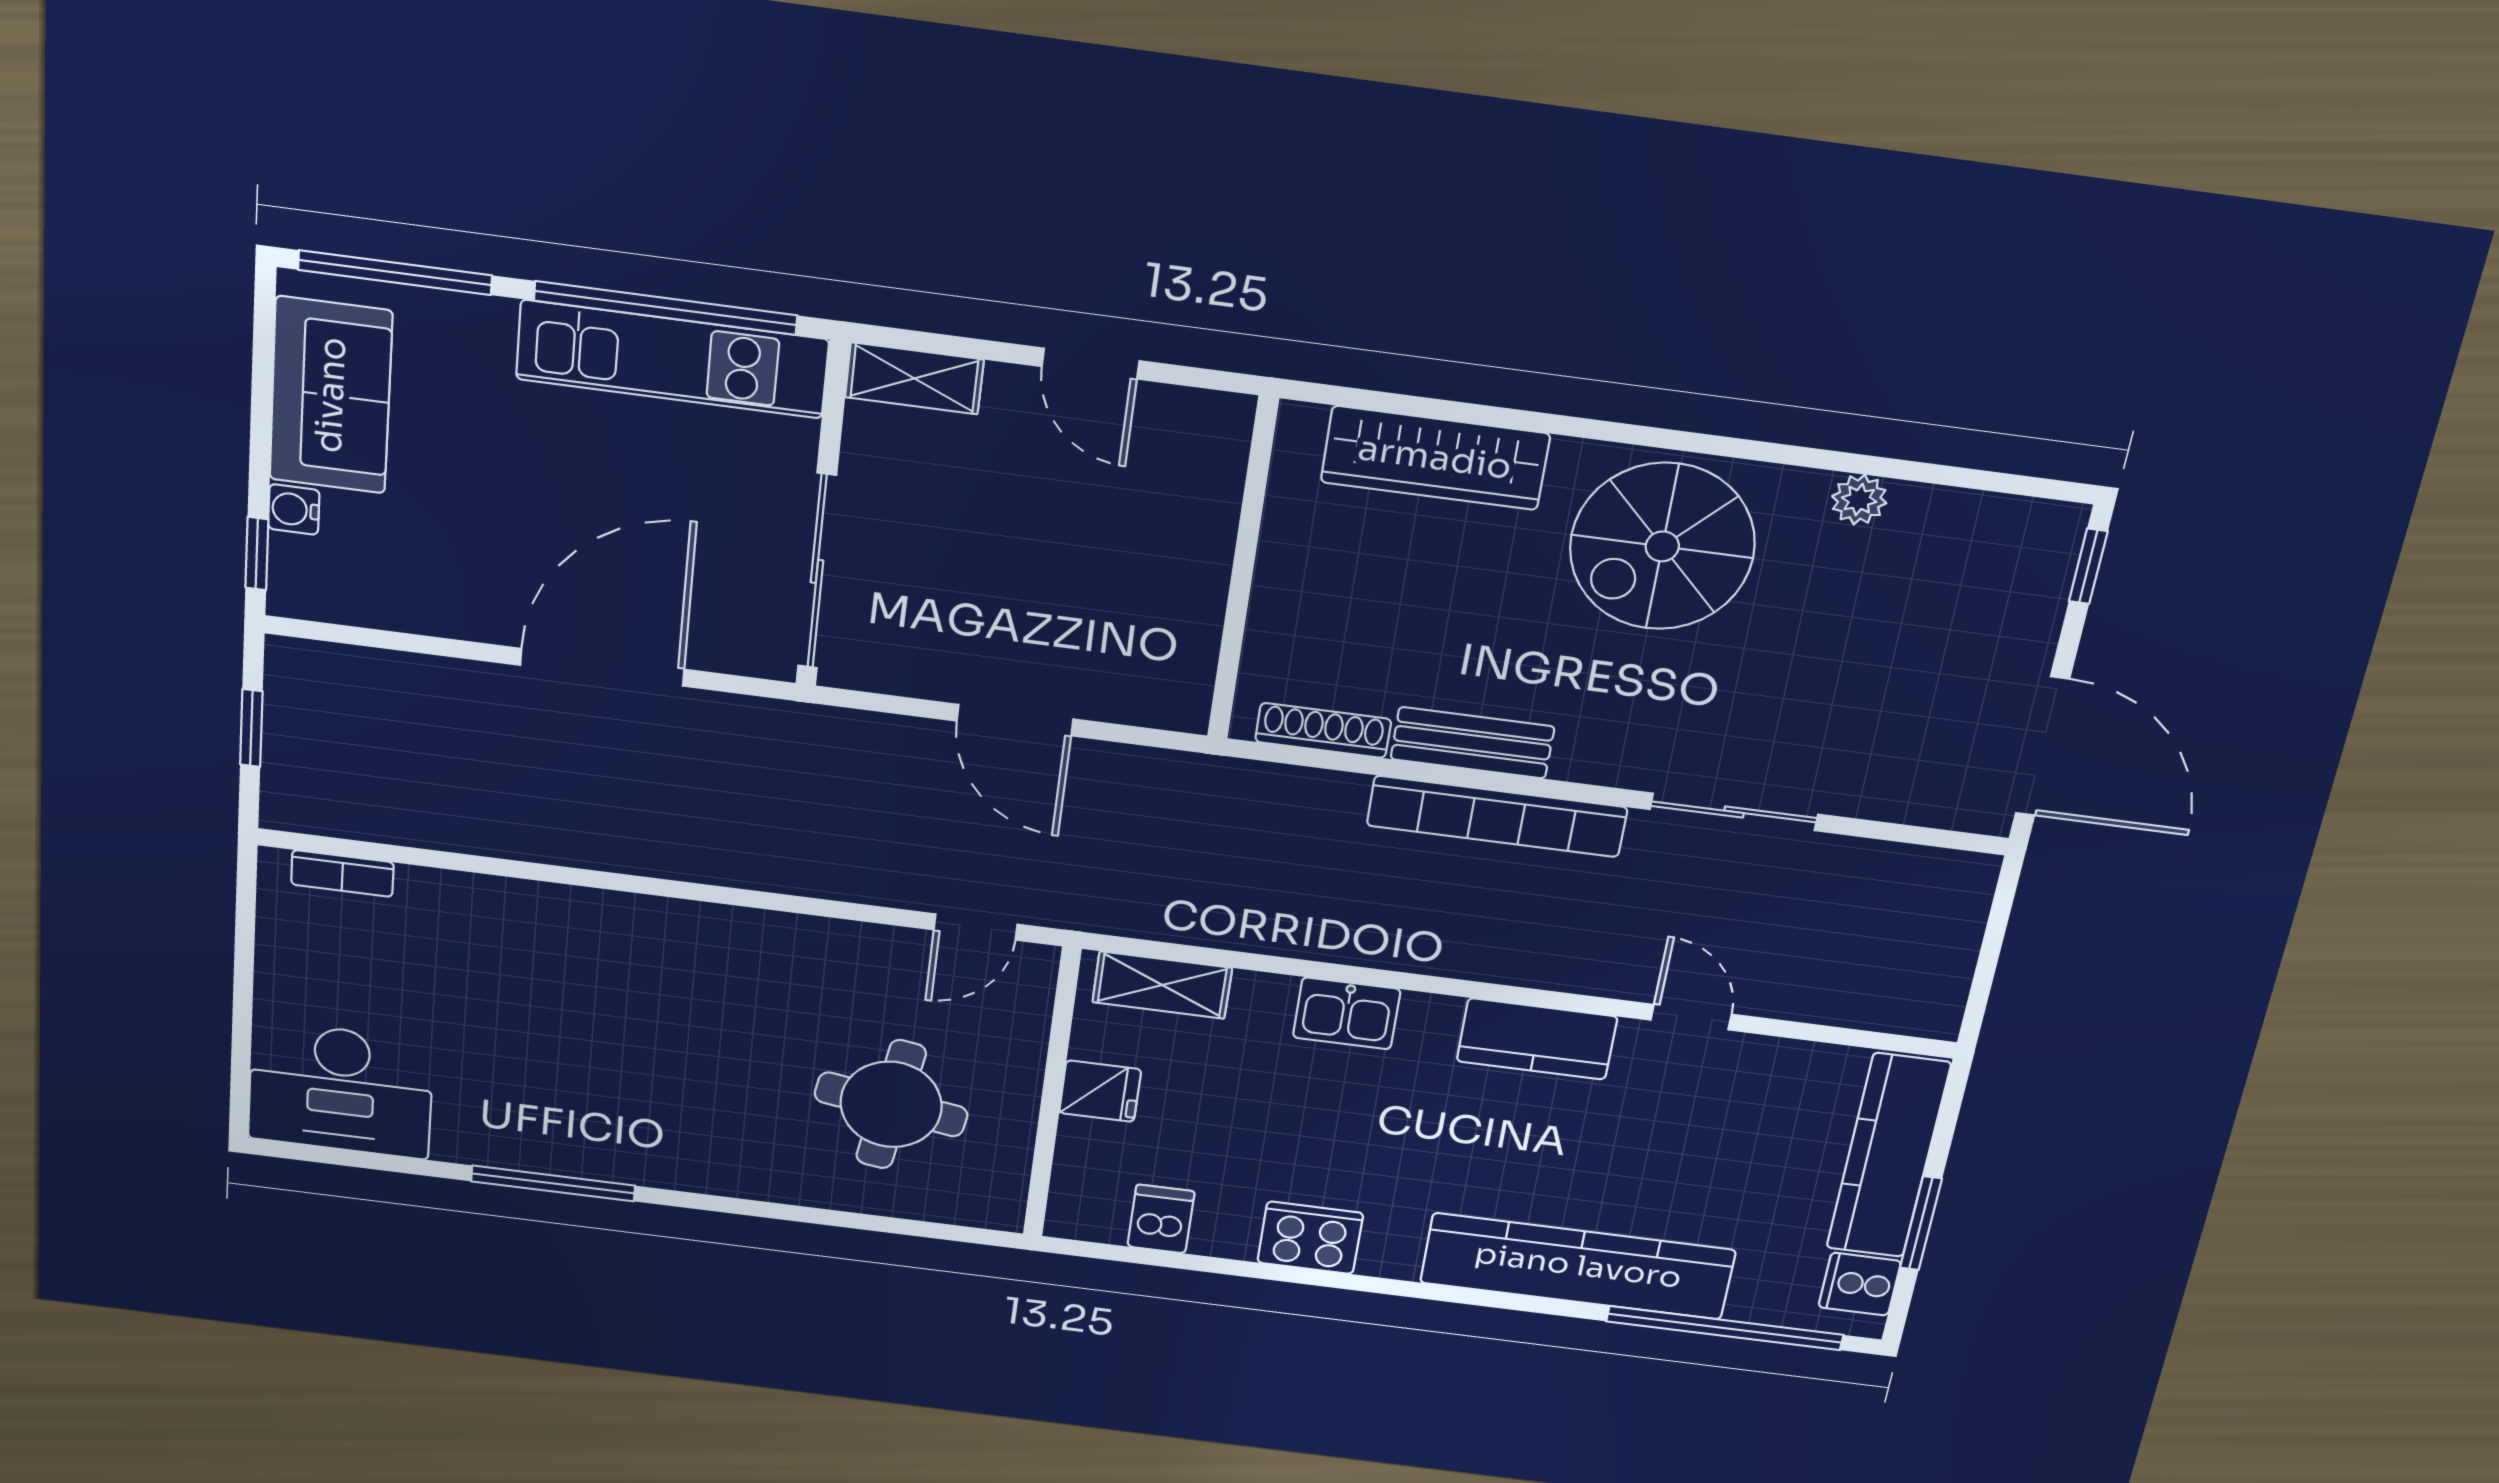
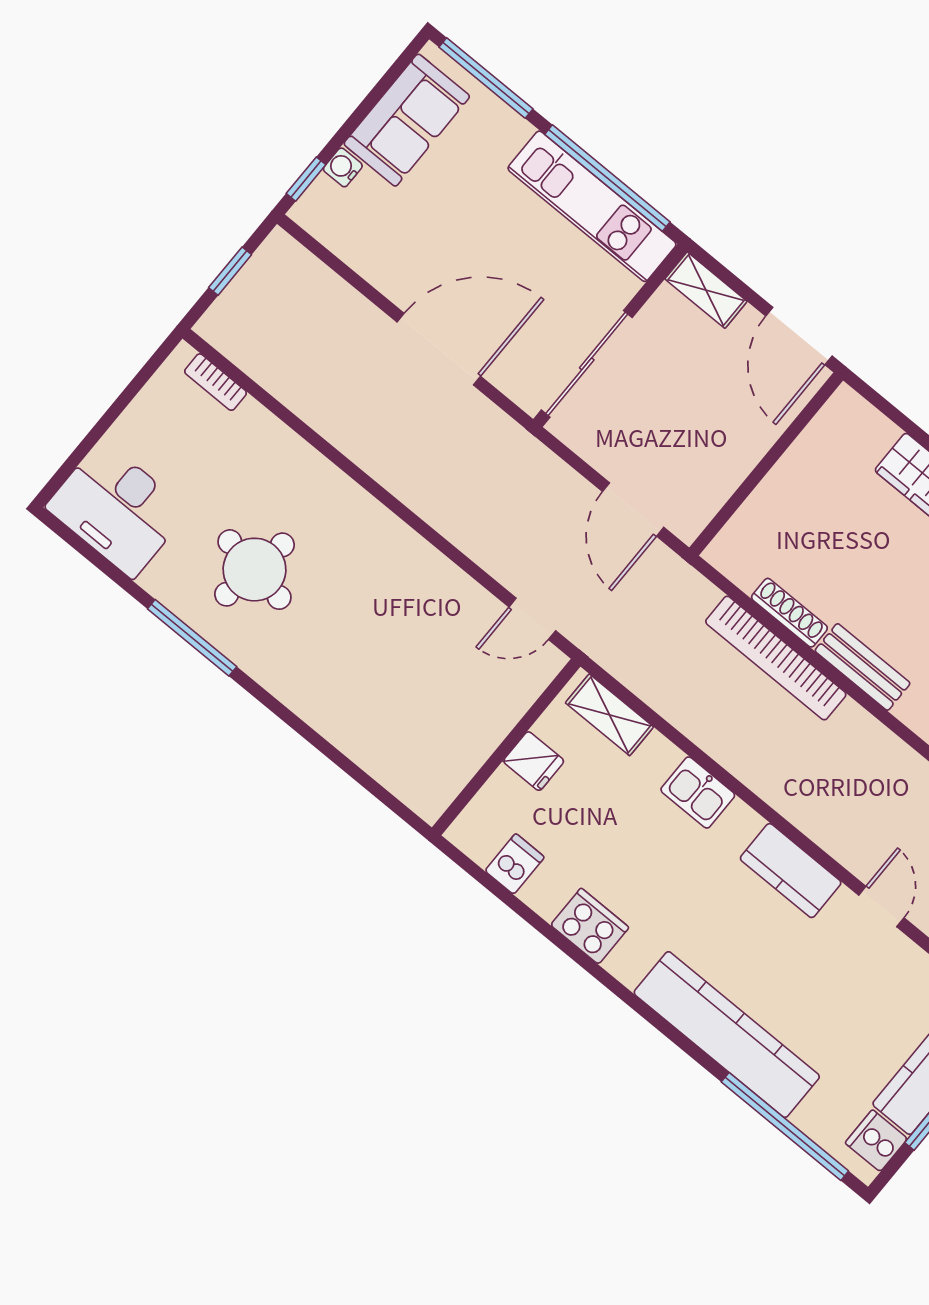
door: (1091, 364) -> (799, 336), width x1.38
wall: (1243, 570) -> (766, 464), moved
bookcase: (1497, 816) -> (776, 658), moved
round table: (891, 1104) -> (254, 570), moved

